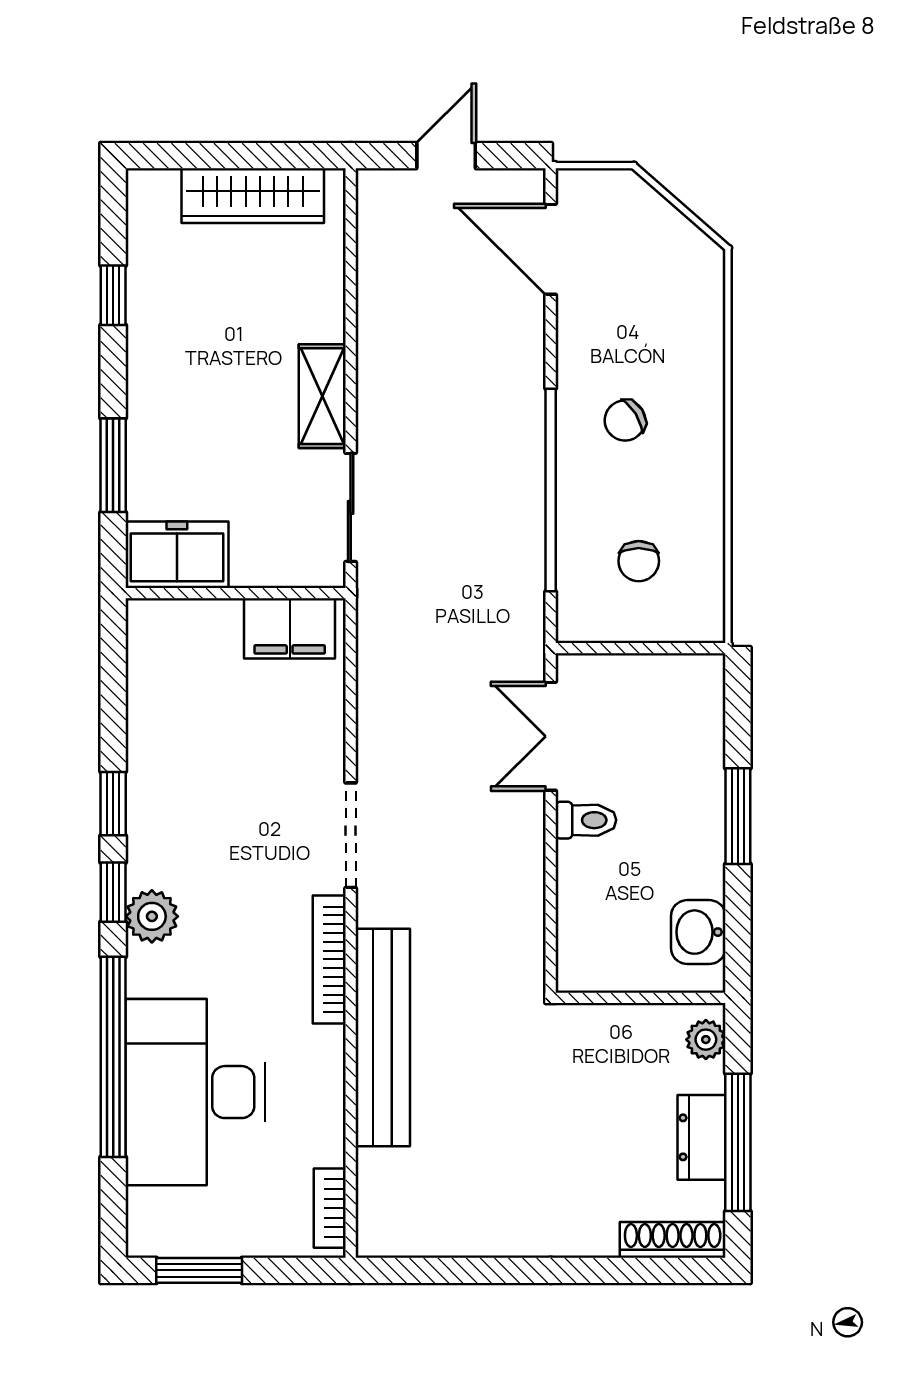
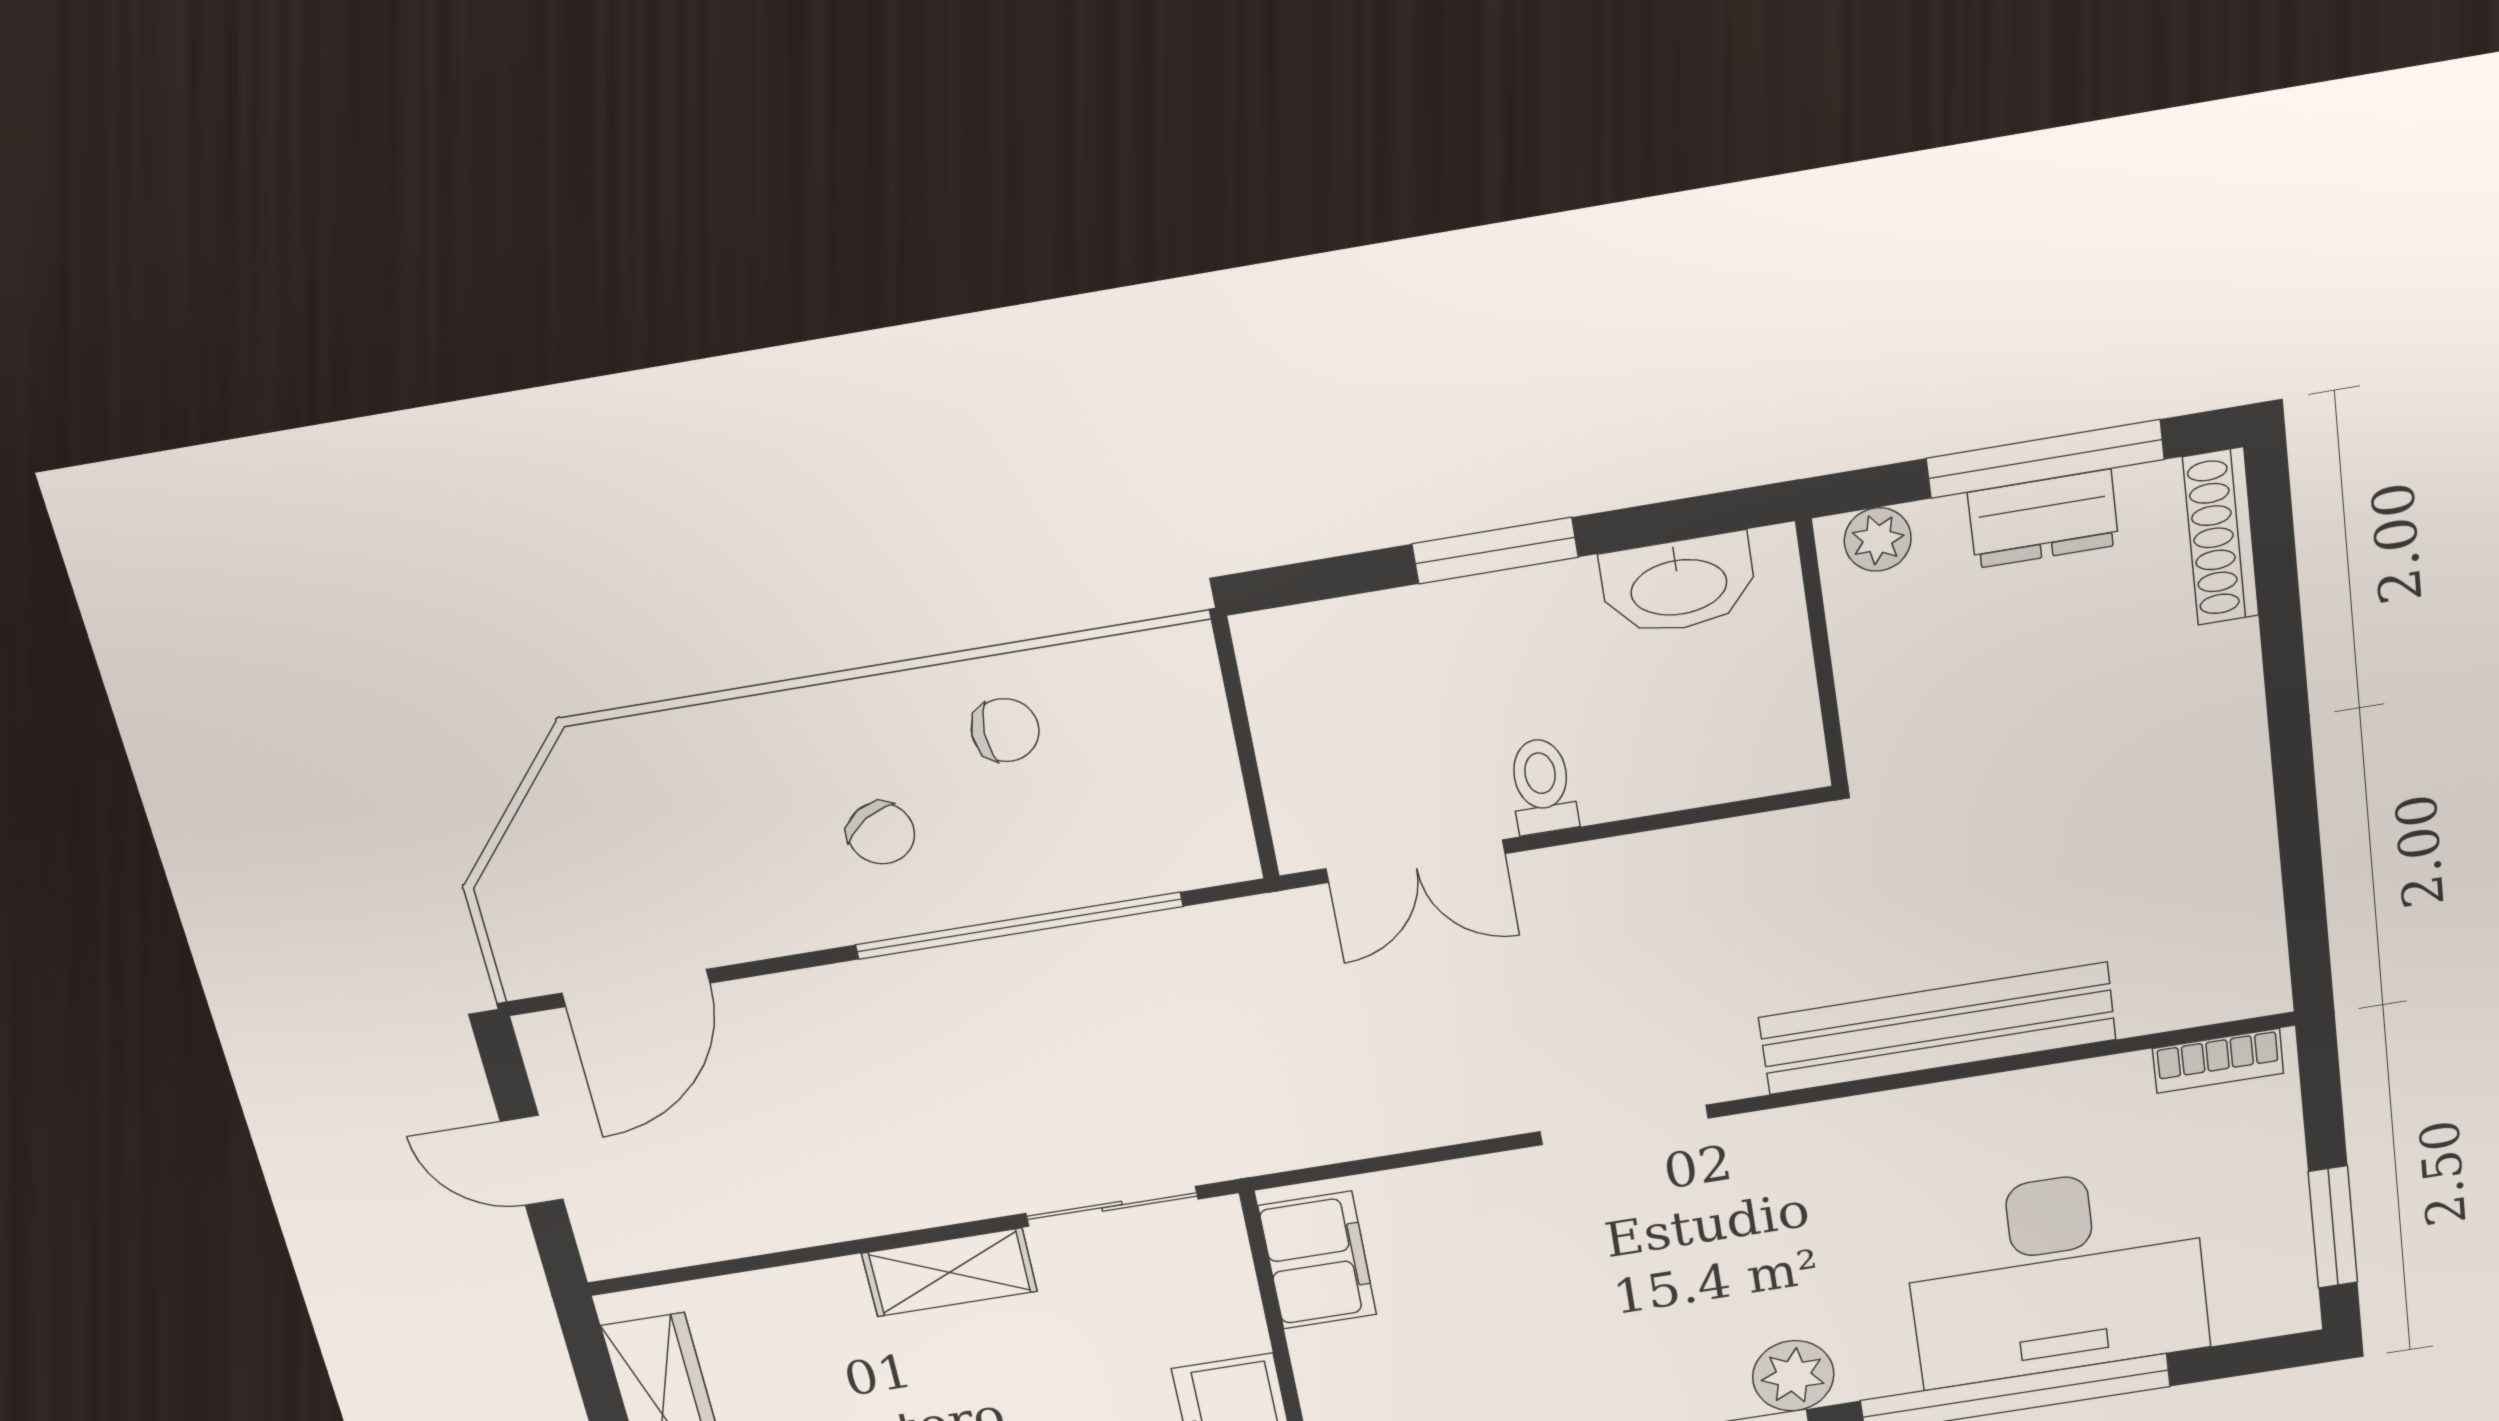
chair: (639, 561) -> (1005, 730), moved
washbasin: (698, 932) -> (1679, 585), width x1.38
bookcase: (329, 959) -> (1824, 1124), removed

